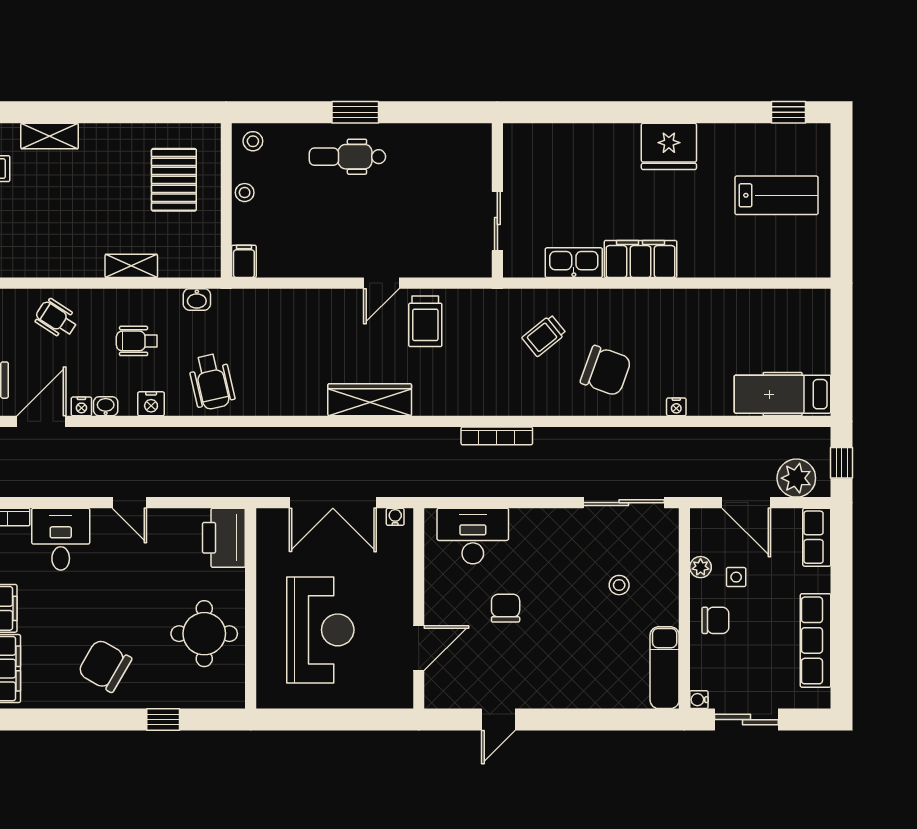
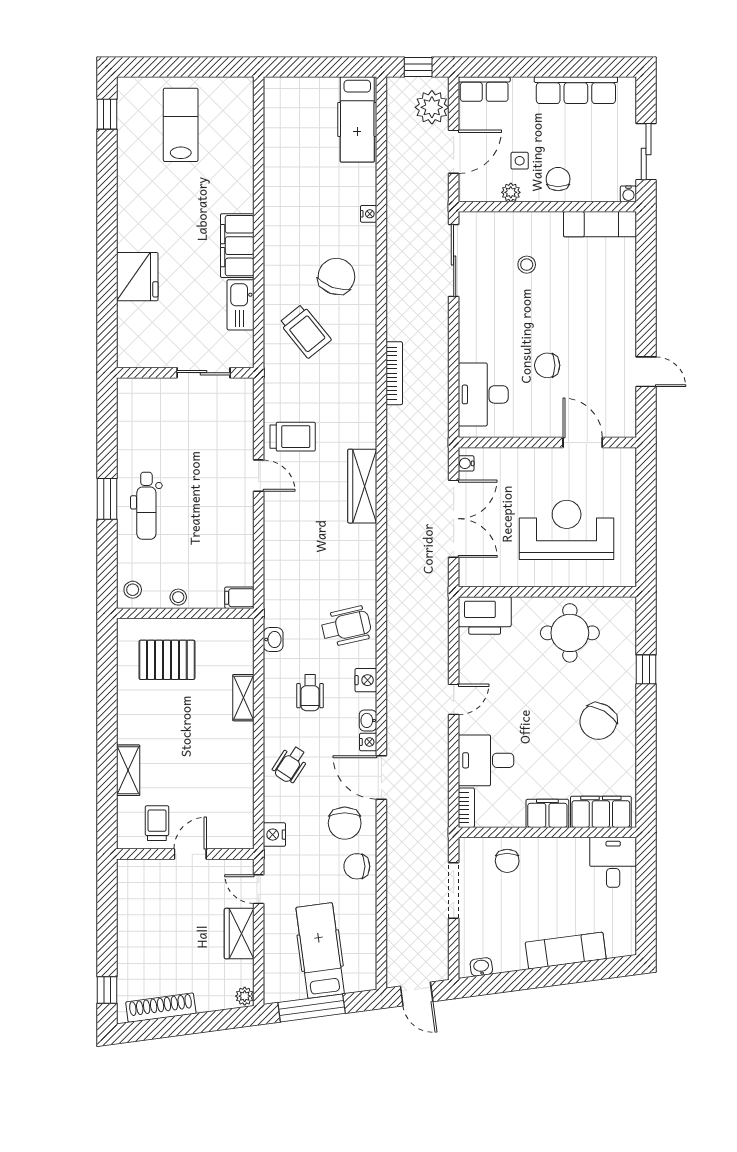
fridge: (669, 146) -> (137, 277), moved
trolley: (544, 336) -> (305, 331), width x1.36, depth x1.39

